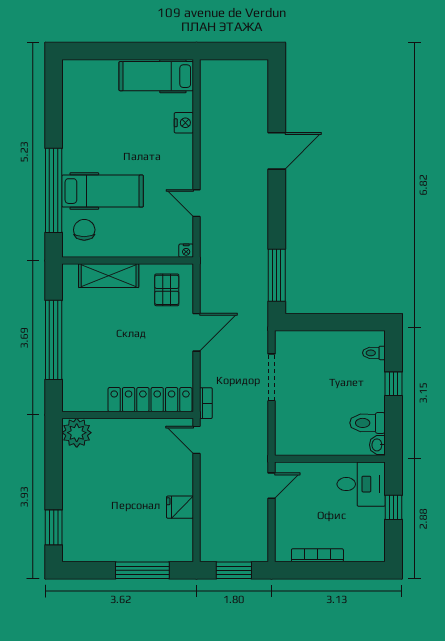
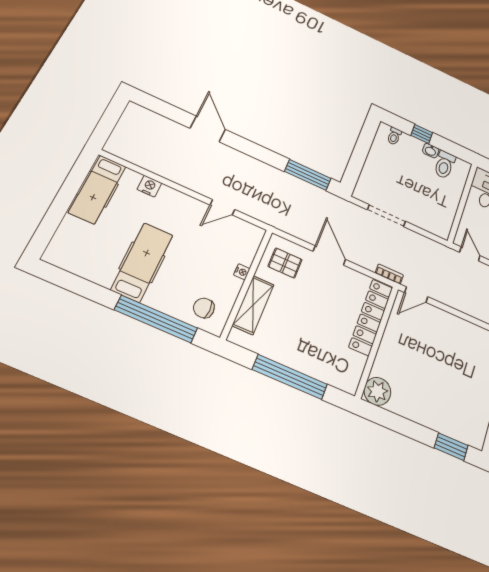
hospital bed: (103, 191) -> (142, 262), moved
nightstand: (186, 251) -> (242, 272), moved
washbasin: (377, 445) -> (431, 151), moved
fridge: (180, 507) -> (466, 332), removed

